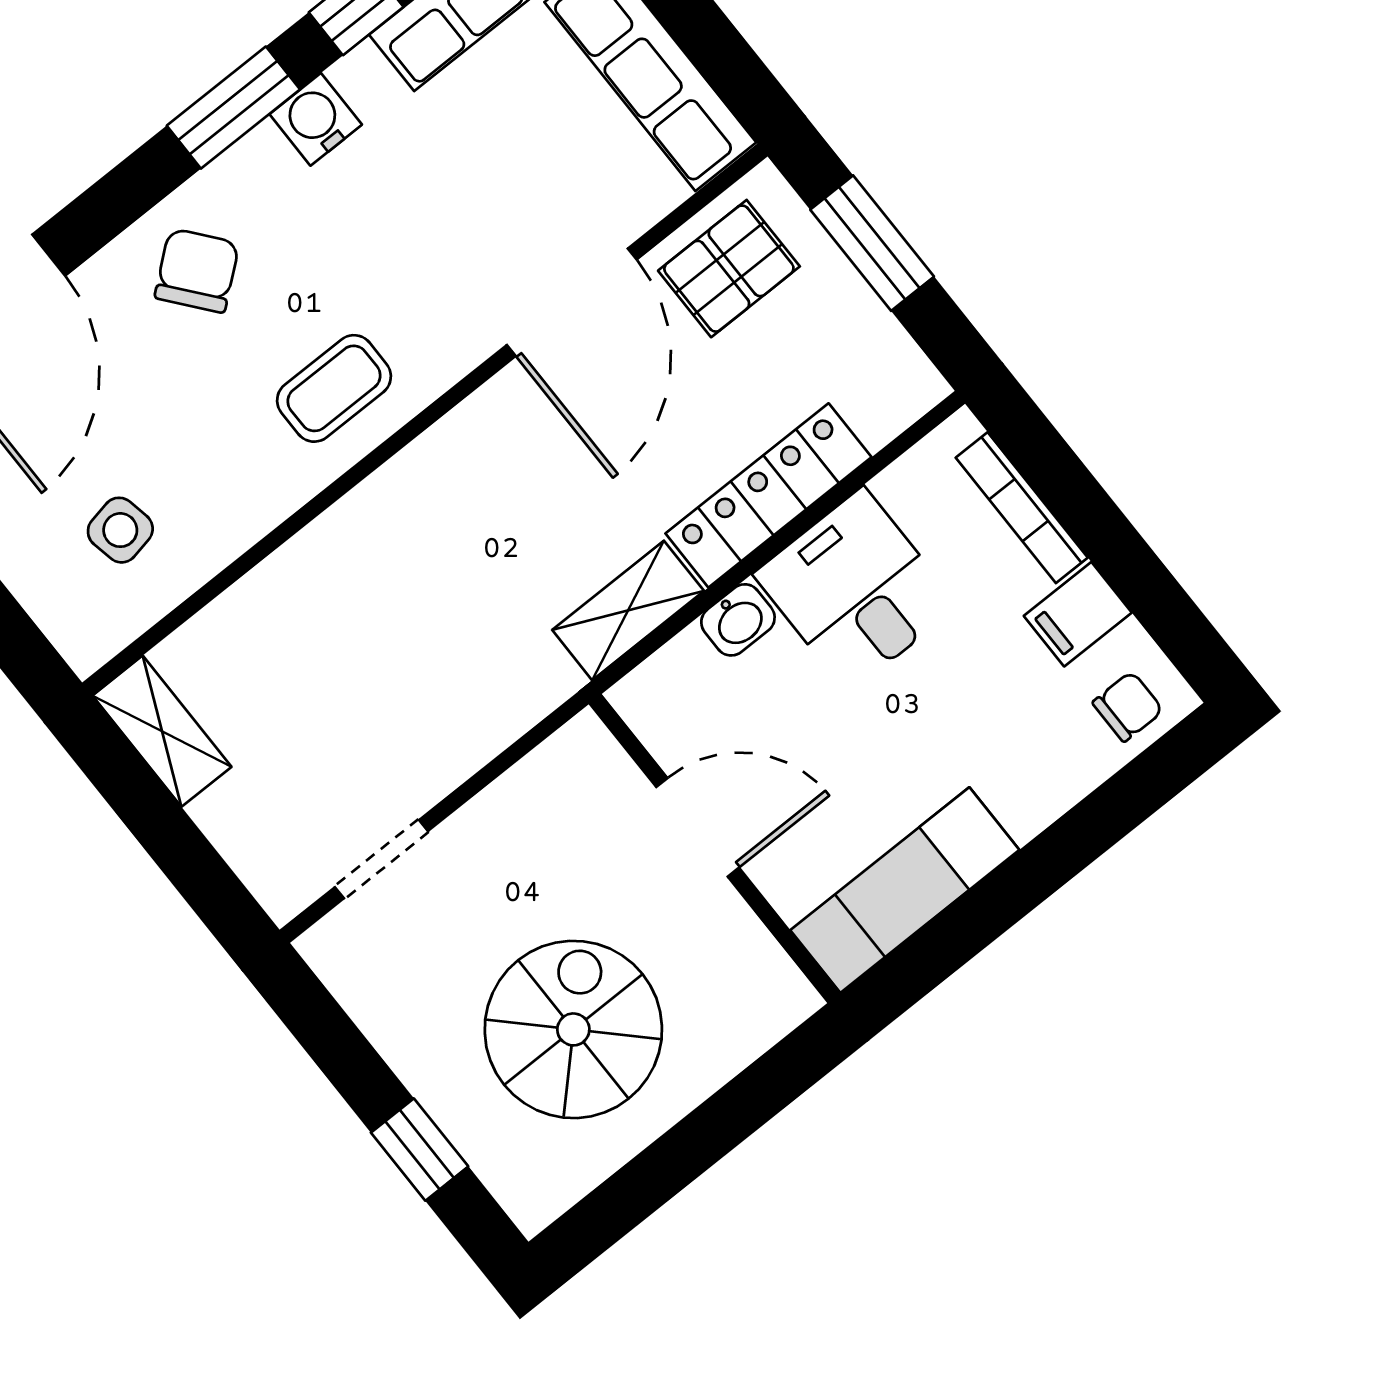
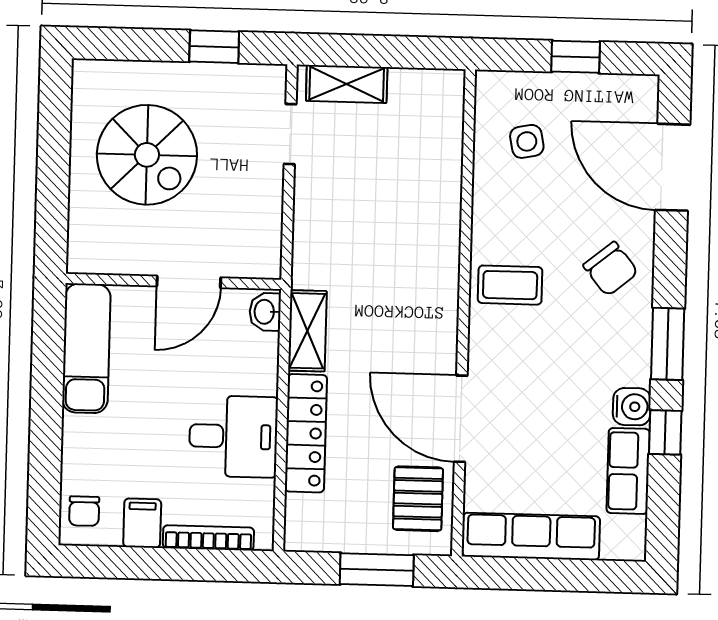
water cooler: (316, 119) -> (632, 407), moved
coffee table: (334, 388) -> (510, 285), turned 90
washbasin: (738, 620) -> (265, 312), moved
shelving: (162, 731) -> (347, 84), moved
window: (420, 1150) -> (214, 47), moved

